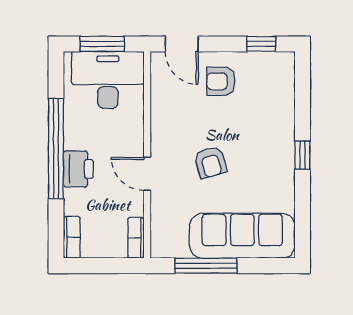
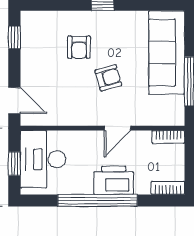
window: (102, 44) -> (14, 164), width x0.67
door: (182, 44) -> (14, 101), hinge flipped
armchair: (221, 81) -> (79, 47), moved
printer: (78, 169) -> (114, 180), width x1.37, depth x1.19

